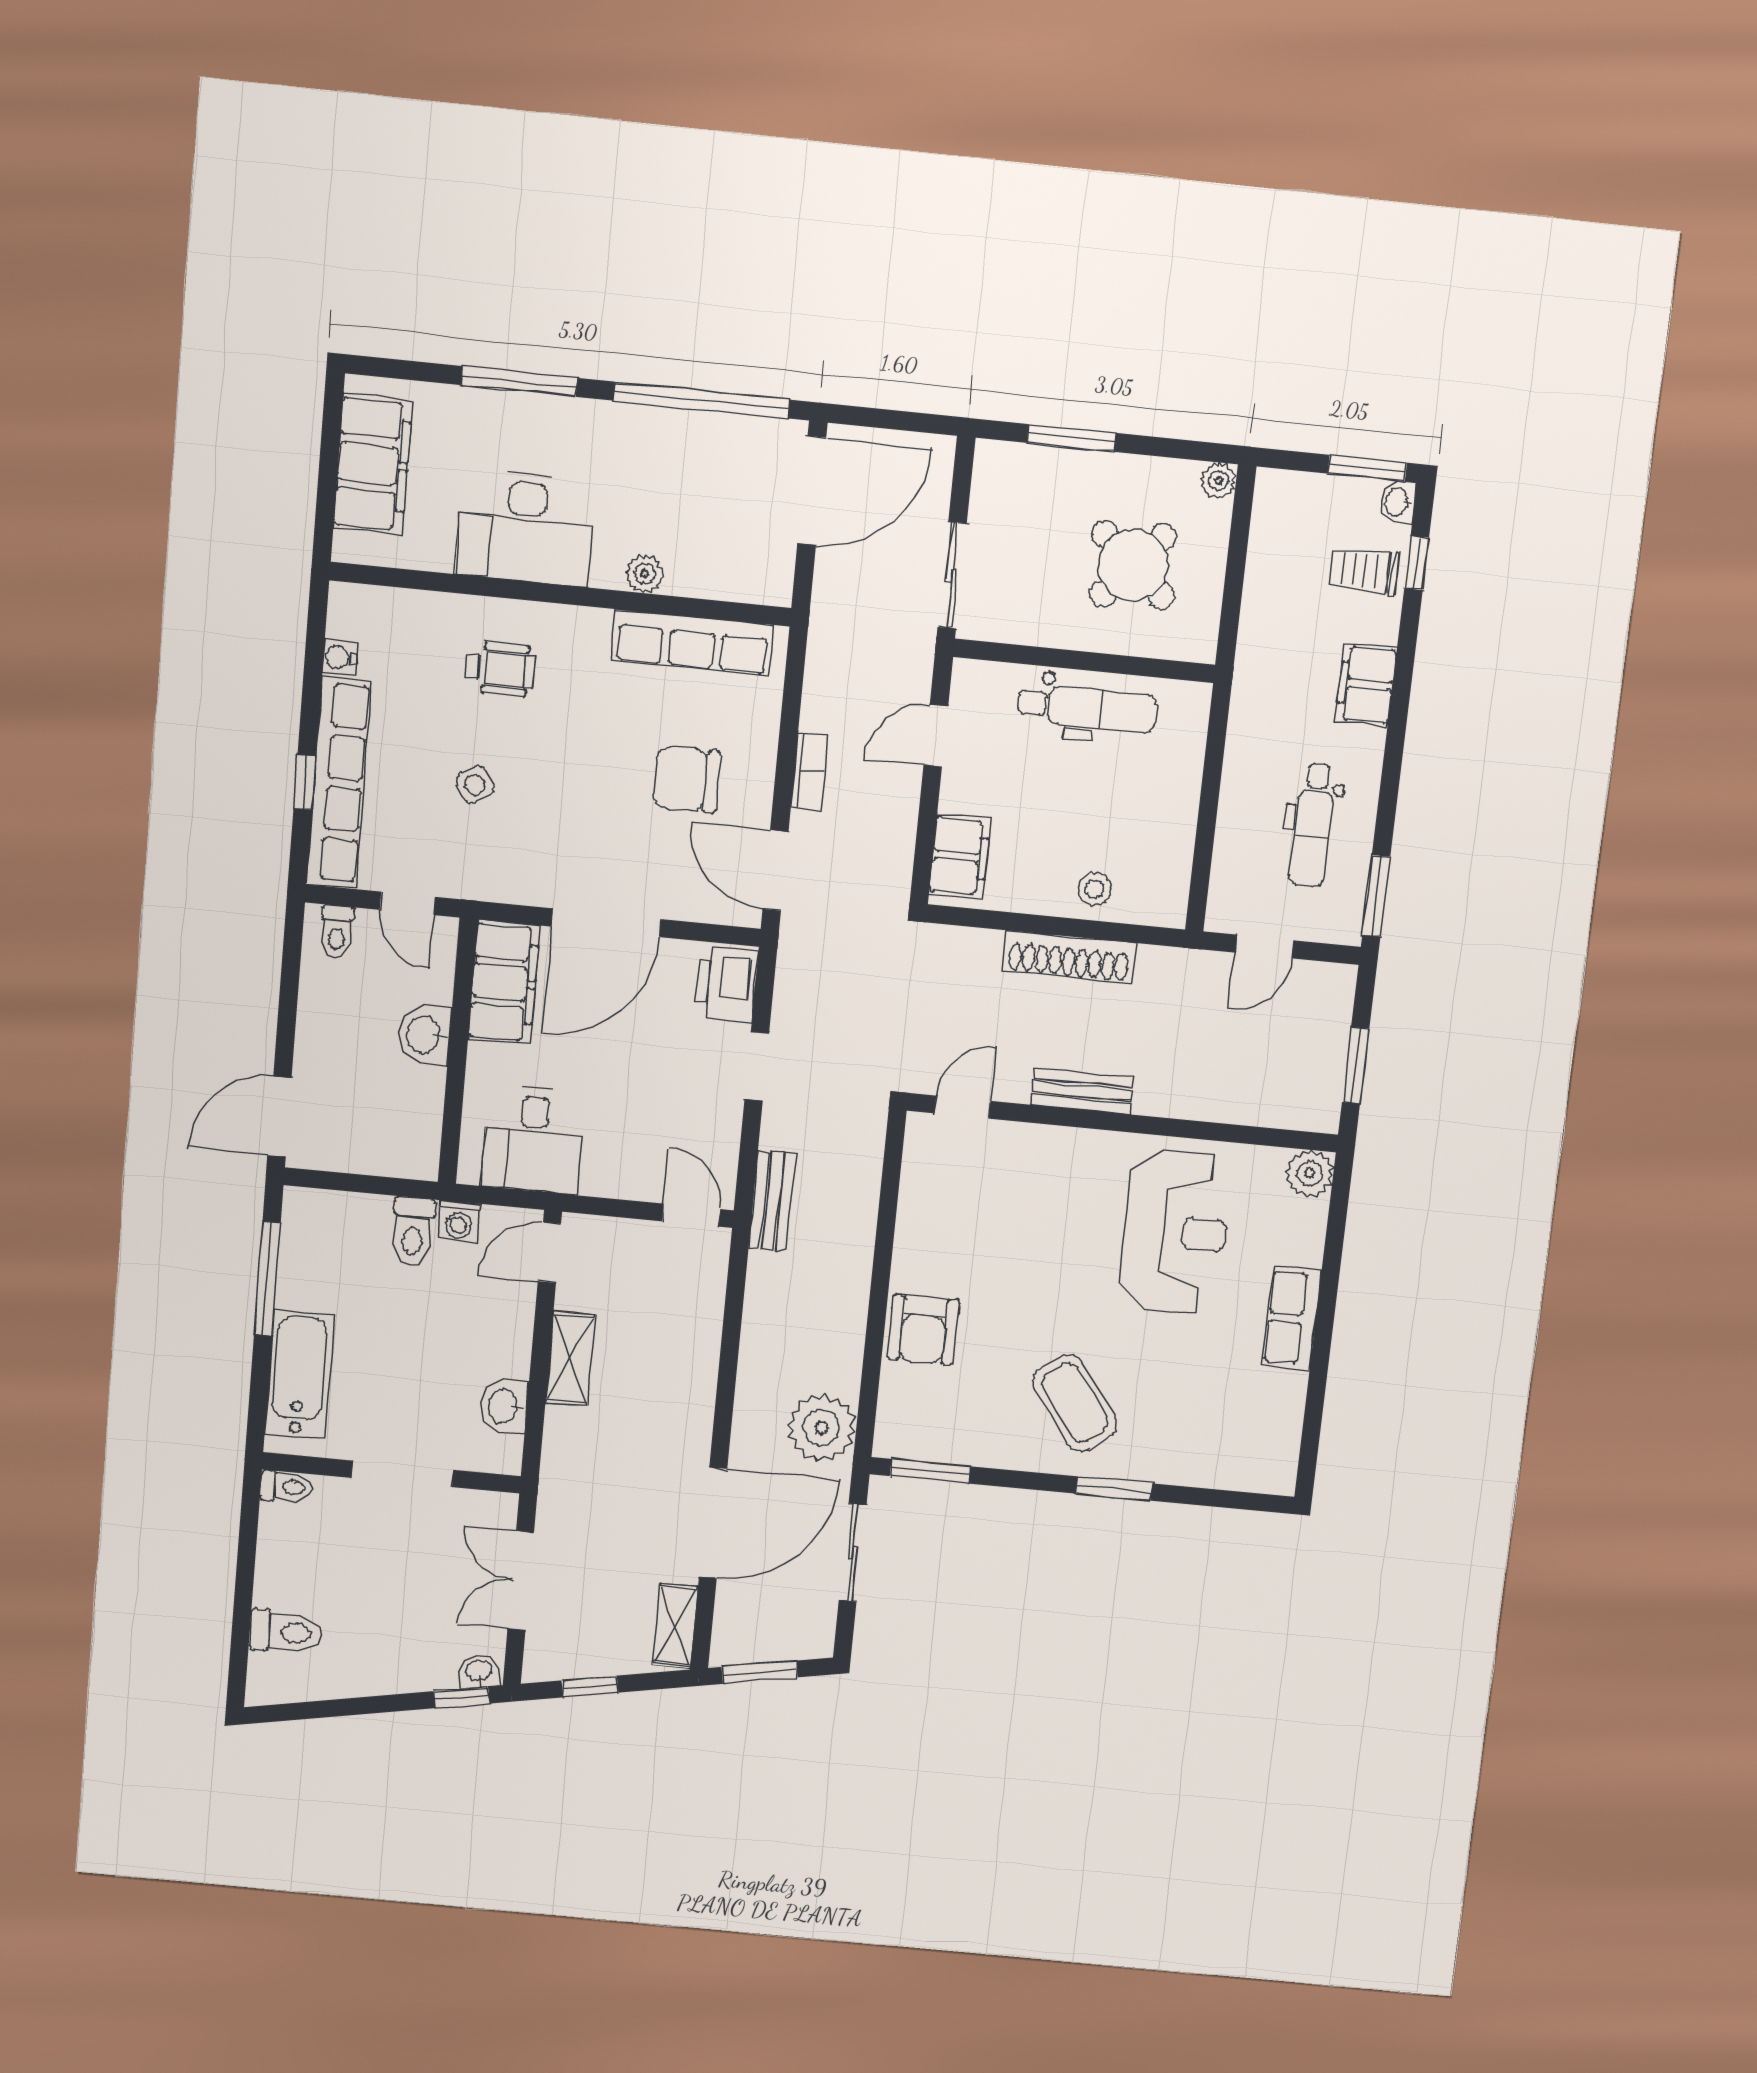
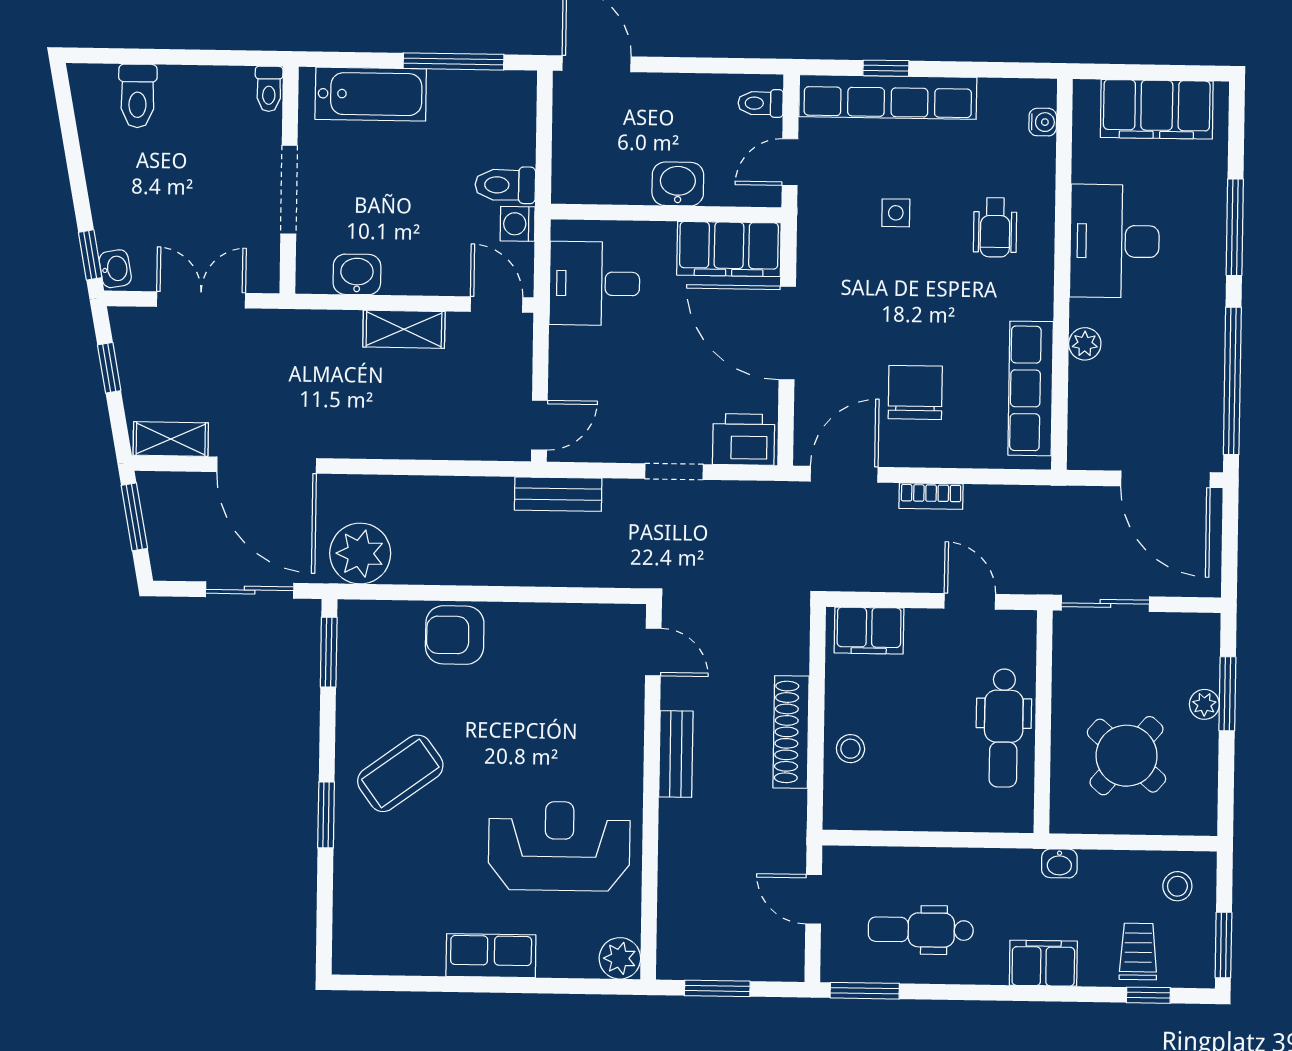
plant: (1218, 481) -> (1204, 704), moved
washbasin: (1398, 502) -> (1059, 863), moved, turned 180
stool: (1292, 517) -> (1177, 886), added
water cooler: (340, 657) -> (1043, 122), moved, turned 90
side table: (475, 785) -> (896, 213), turned 32
reception desk: (1175, 1232) -> (559, 846), turned 180

